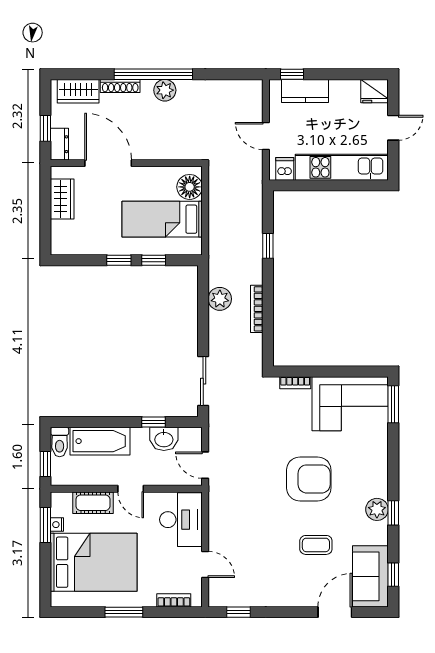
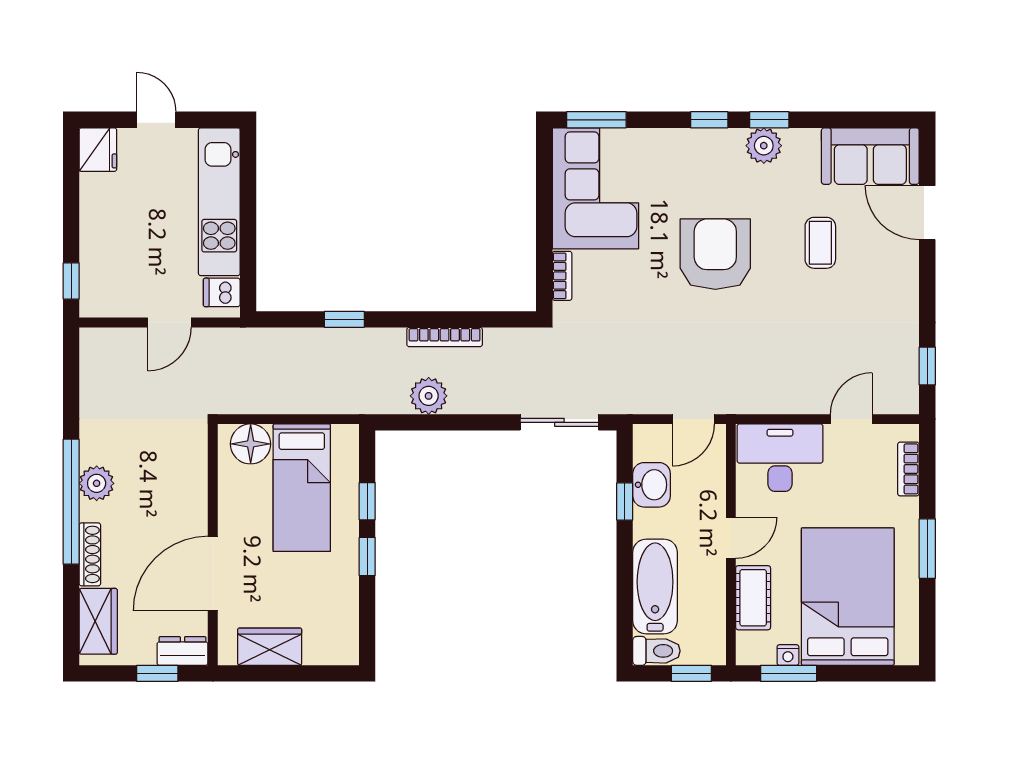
kitchen counter: (305, 91) -> (98, 260), removed
window: (393, 575) -> (709, 120), moved

